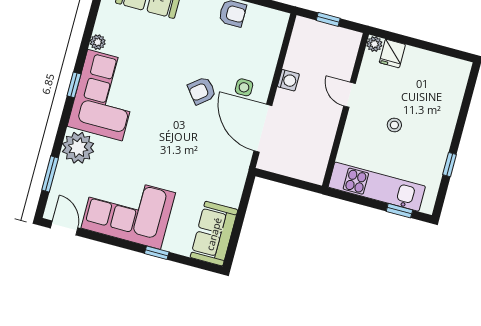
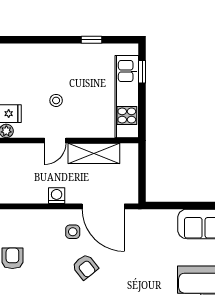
stool: (394, 125) -> (56, 100), moved
door: (263, 128) -> (103, 206), hinge flipped
shelving: (324, 134) -> (94, 153), added

